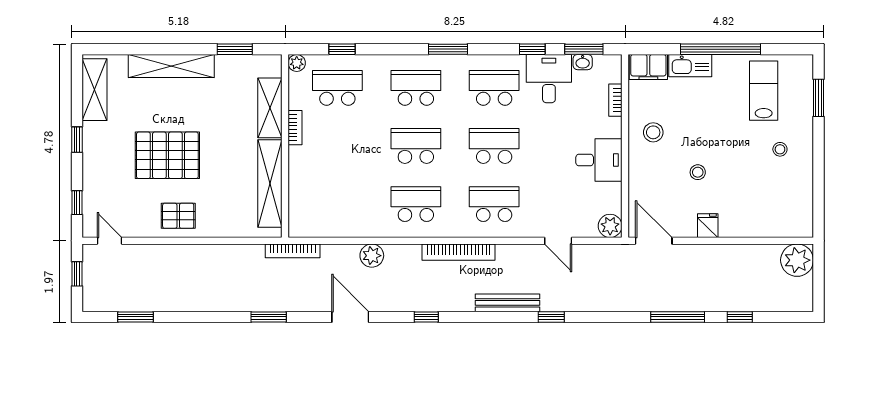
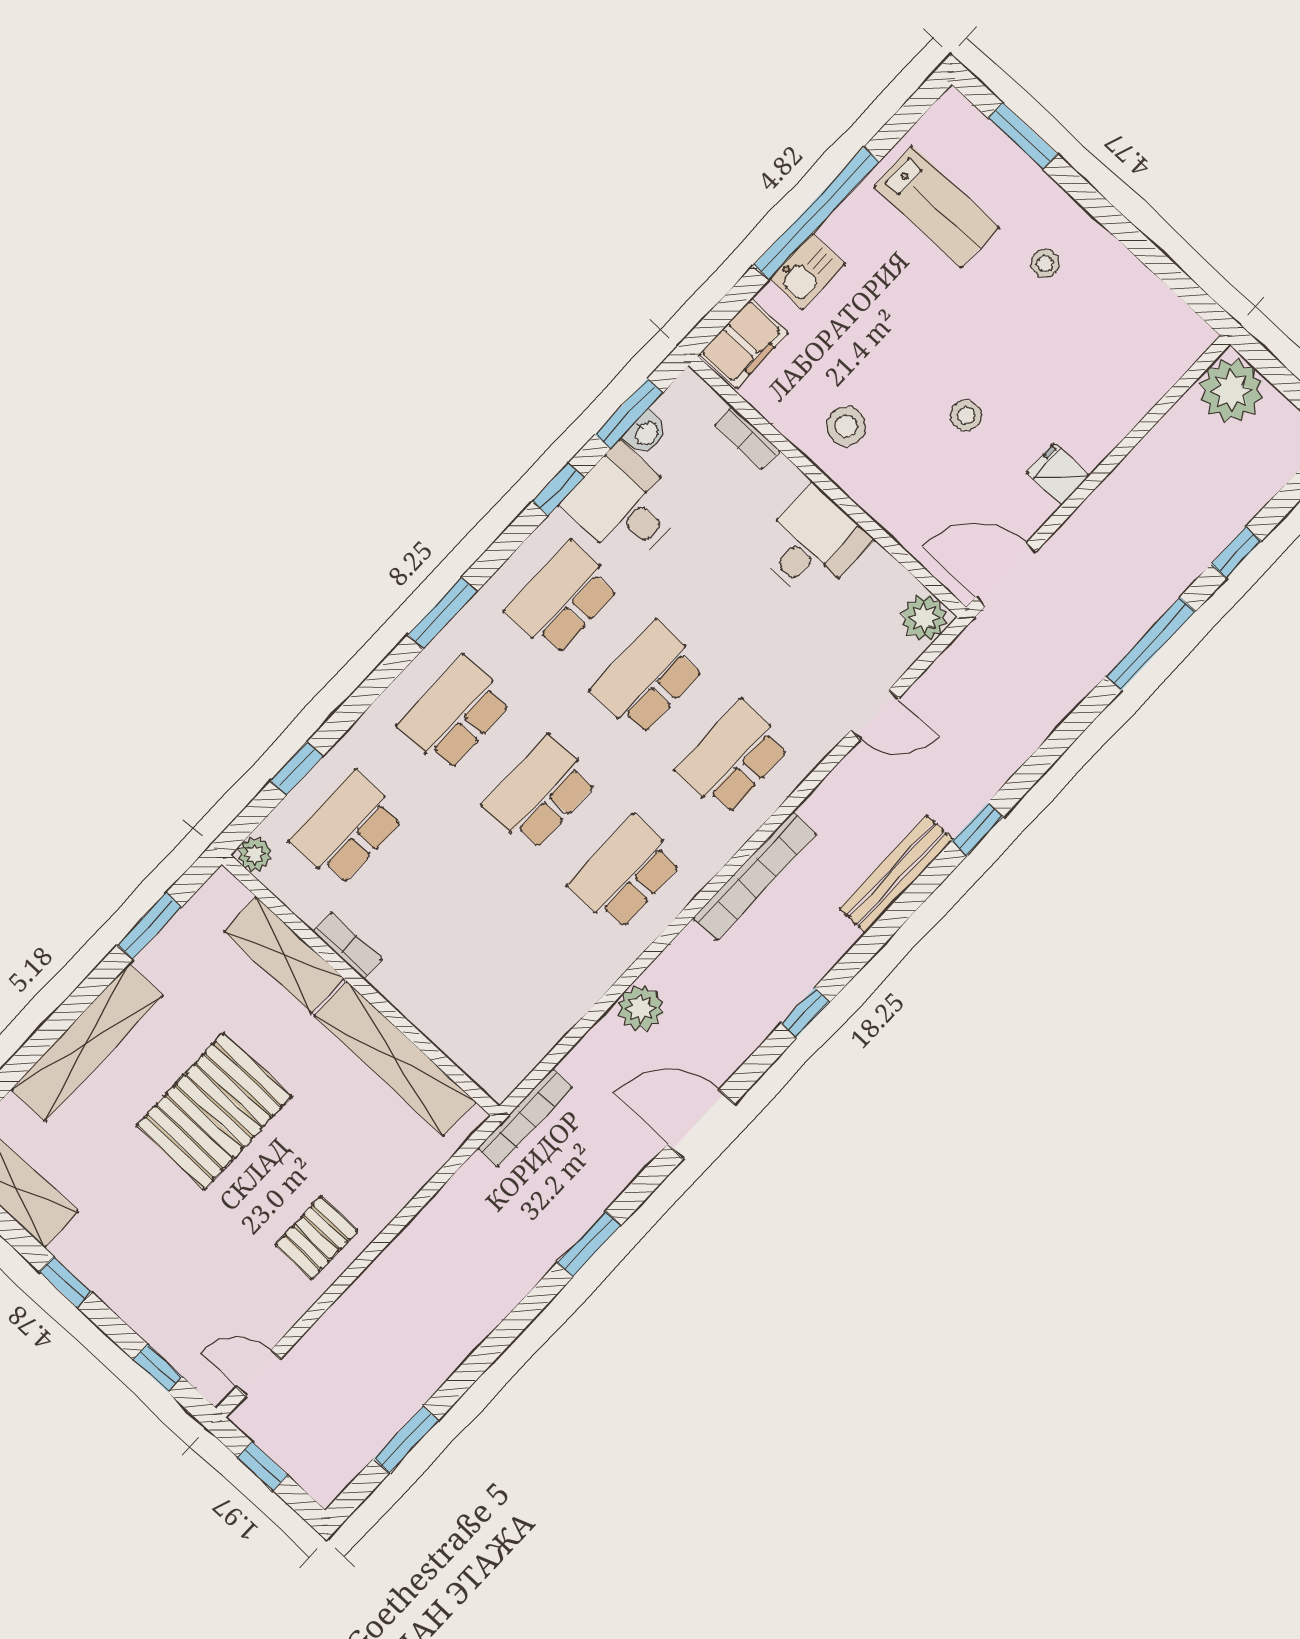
kitchen sink: (690, 66) -> (807, 271), width x0.73
lab bench: (764, 91) -> (937, 207), turned 180
pallet: (167, 155) -> (214, 1111), moved

